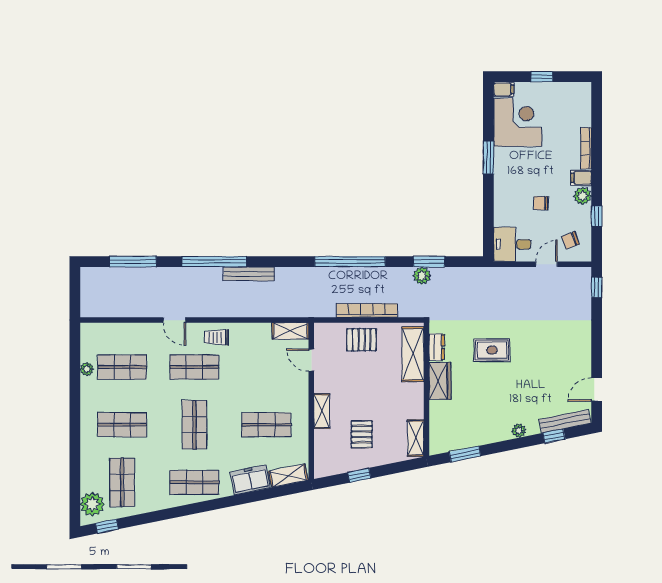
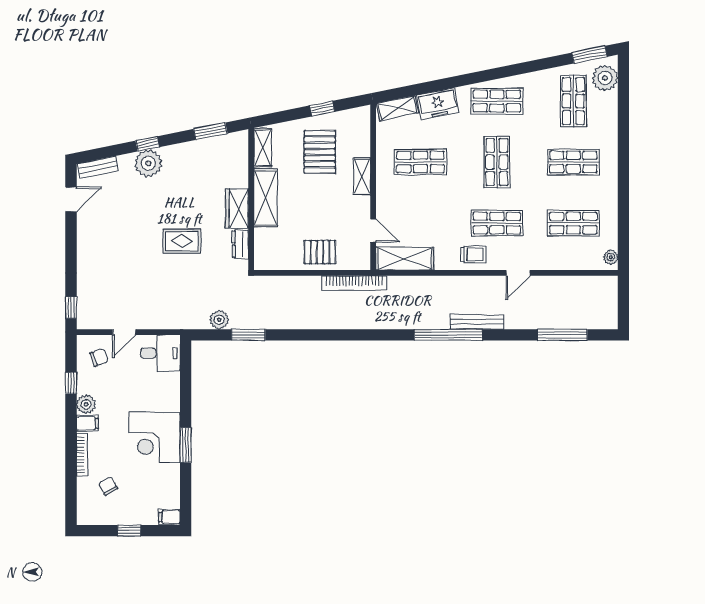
corner desk: (518, 122) -> (155, 438), moved
chair: (541, 203) -> (108, 486), moved, turned -120
window: (214, 262) -> (448, 335), moved
window: (350, 262) -> (332, 335), removed
bench: (249, 274) -> (477, 322), moved
plant: (422, 276) -> (219, 320), moved
bookcase: (367, 311) -> (354, 283), moved
door: (174, 320) -> (518, 273), swing flipped
shelving: (290, 331) -> (405, 259), width x1.50, depth x1.33
shelving: (413, 354) -> (266, 198), moved
plant: (87, 369) -> (611, 257), moved
bench: (565, 421) -> (98, 167), width x0.73
plant: (519, 431) -> (148, 163), width x1.87, depth x1.87
pallet: (362, 434) -> (320, 152), width x1.50, depth x1.42
window: (554, 436) -> (148, 144), moved
window: (107, 526) -> (589, 55), width x1.50

